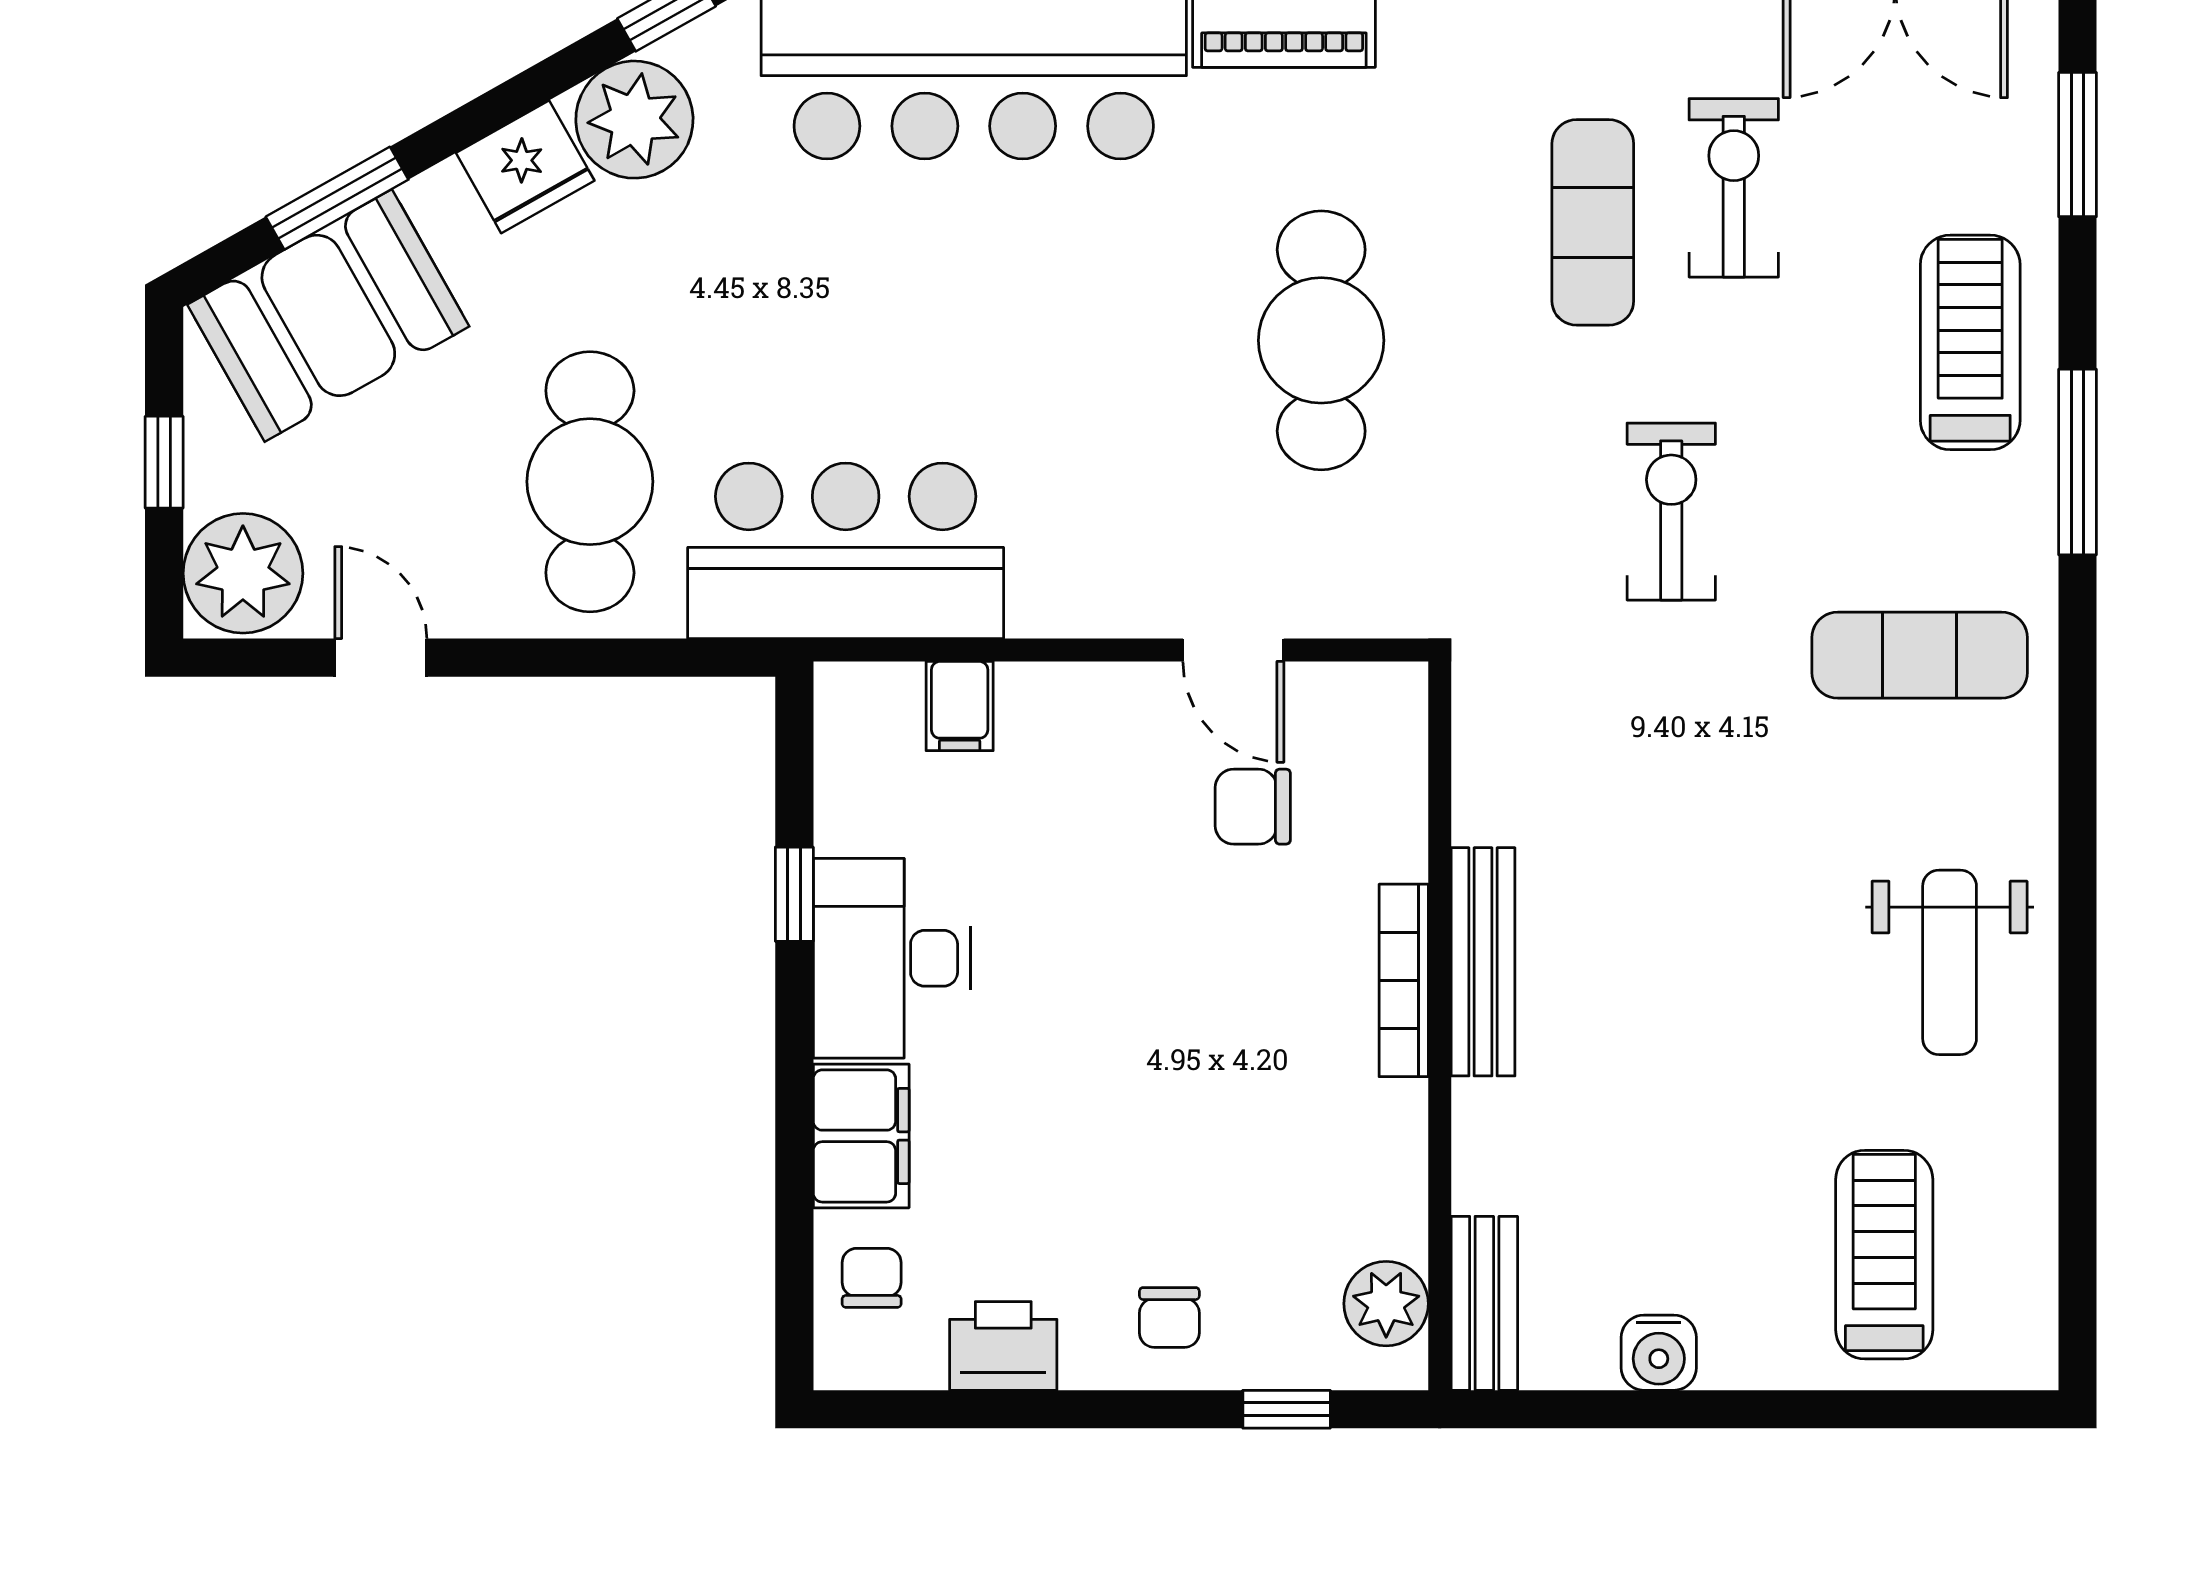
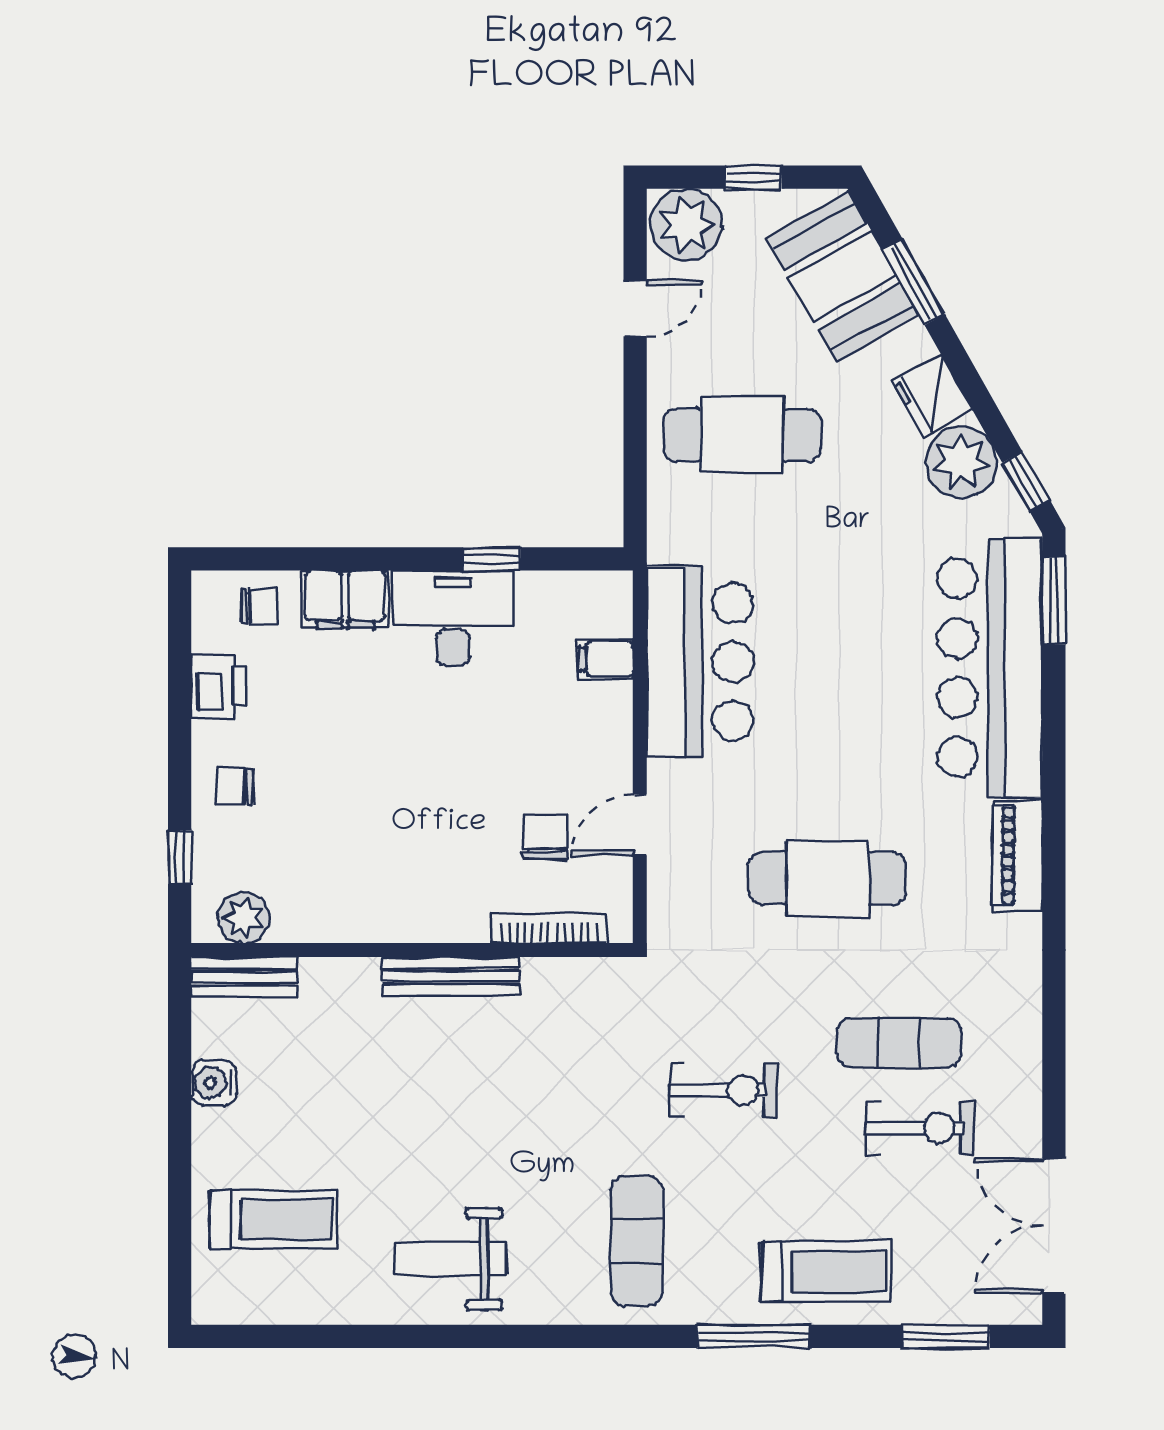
bar counter: (846, 551) -> (700, 662), moved
bookcase: (1404, 980) -> (549, 928), moved

